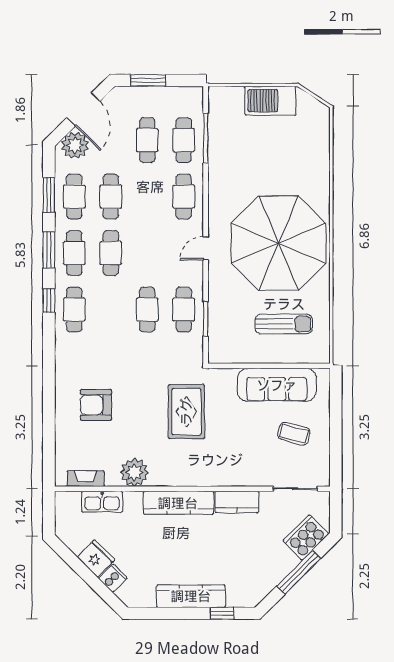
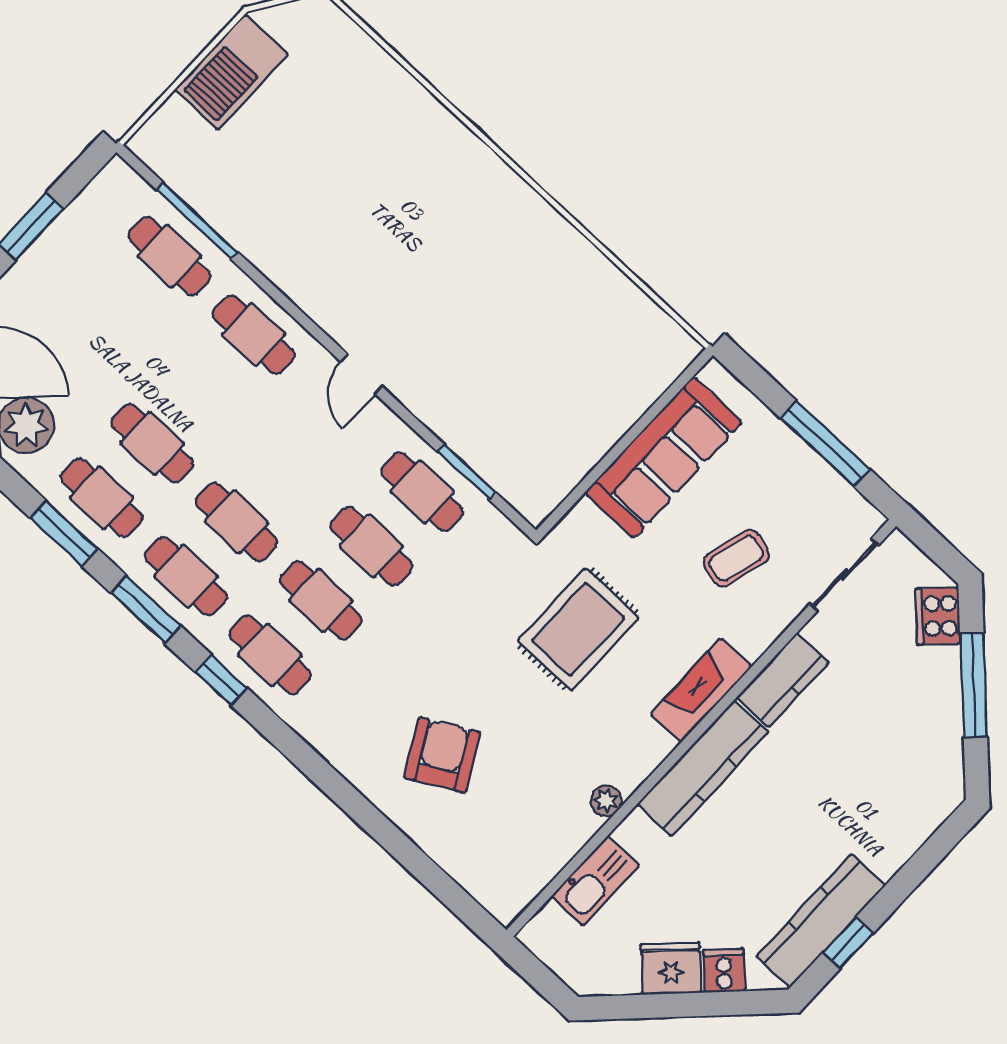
cafe table: (147, 140) -> (321, 600), moved
parasol: (278, 243) -> (455, 258), removed
sun lounger: (284, 324) -> (583, 363), removed
armchair: (96, 405) -> (442, 755), turned 151
rug: (186, 412) -> (578, 629), turned 90
coffee table: (294, 434) -> (736, 558), moved
window: (336, 438) -> (825, 444), added
plant: (134, 472) -> (606, 801), width x0.53, depth x0.53
fireplace: (86, 479) -> (701, 690), moved, width x1.37, depth x1.32
cooker: (306, 537) -> (938, 616), width x0.73, depth x0.76
kitchen counter: (191, 596) -> (821, 921), moved
window: (222, 613) -> (848, 943), moved

